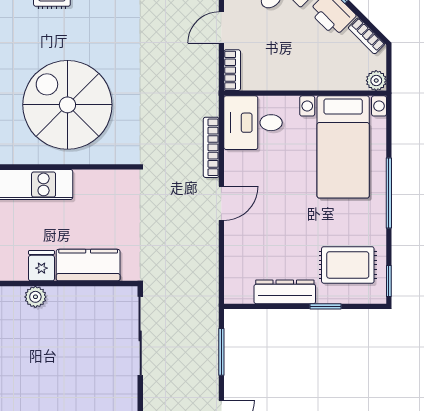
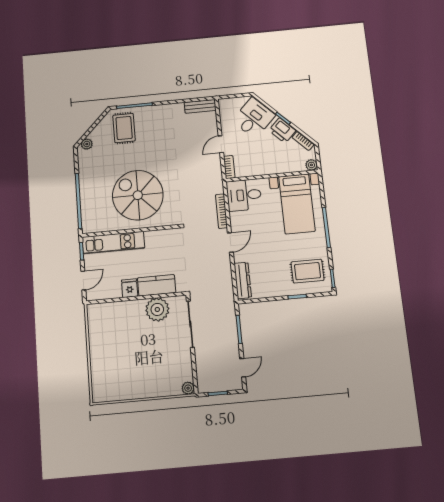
dresser: (285, 292) -> (243, 280), moved, turned 90
plant: (35, 297) -> (157, 309), moved, width x1.87, depth x1.87

